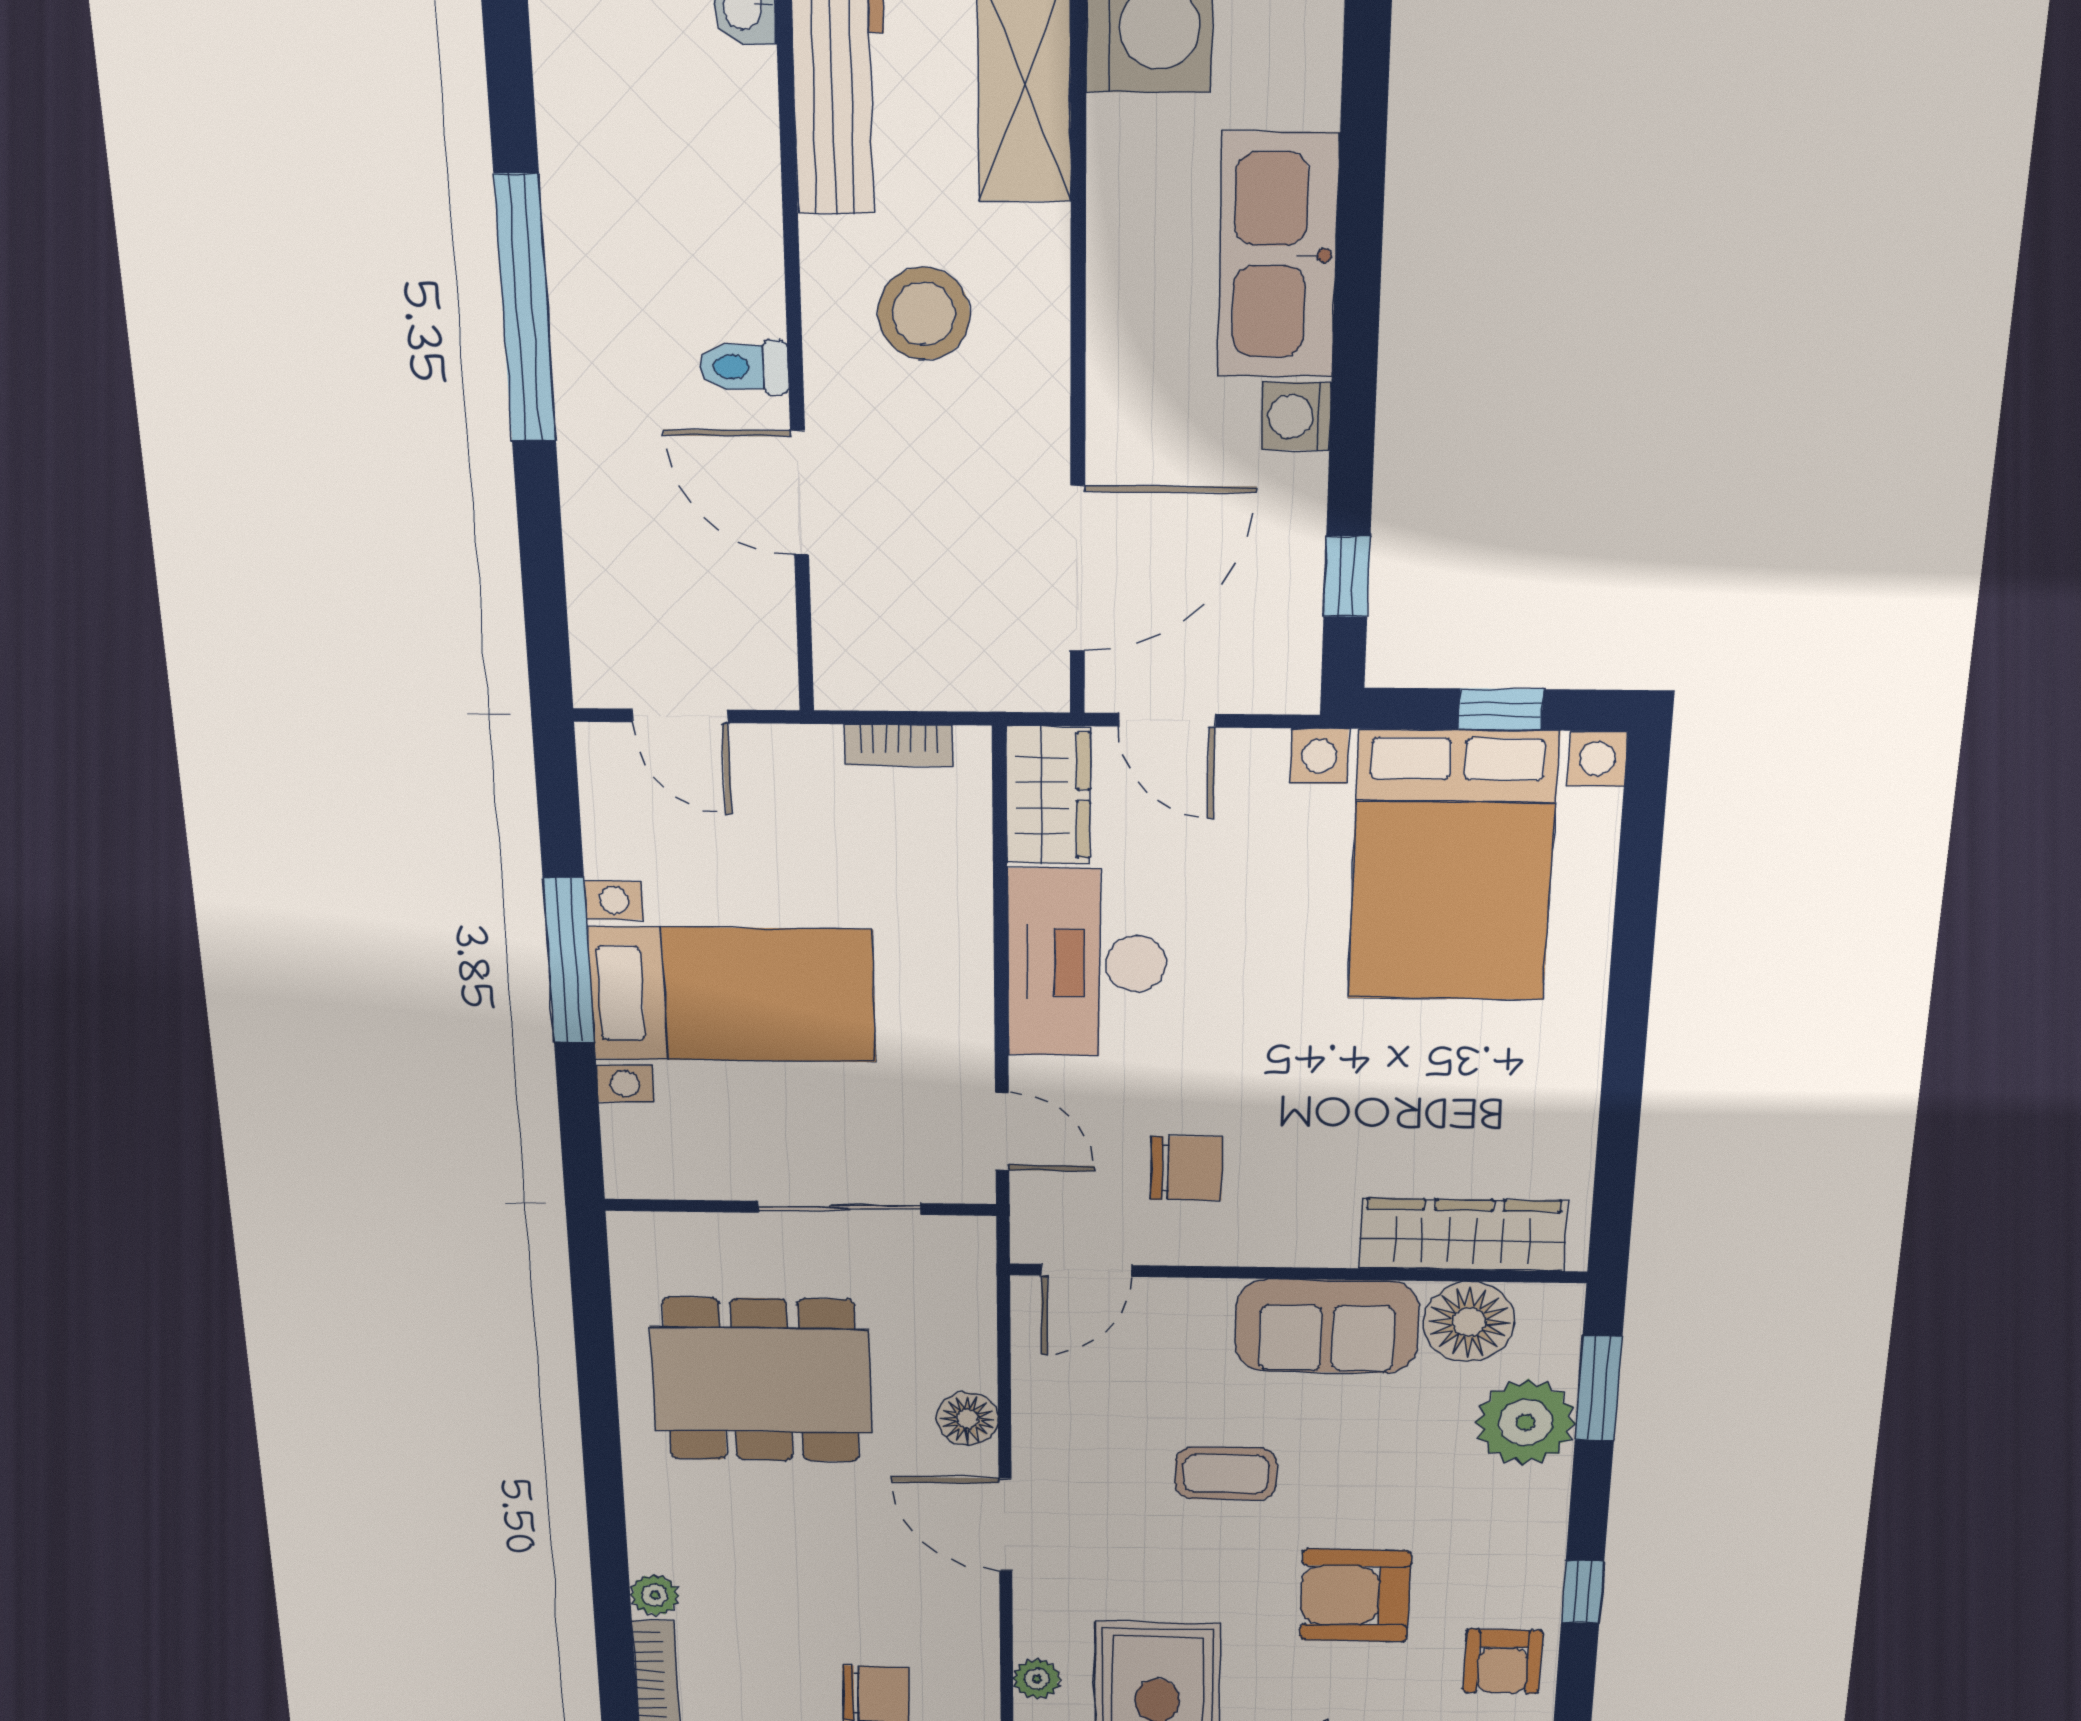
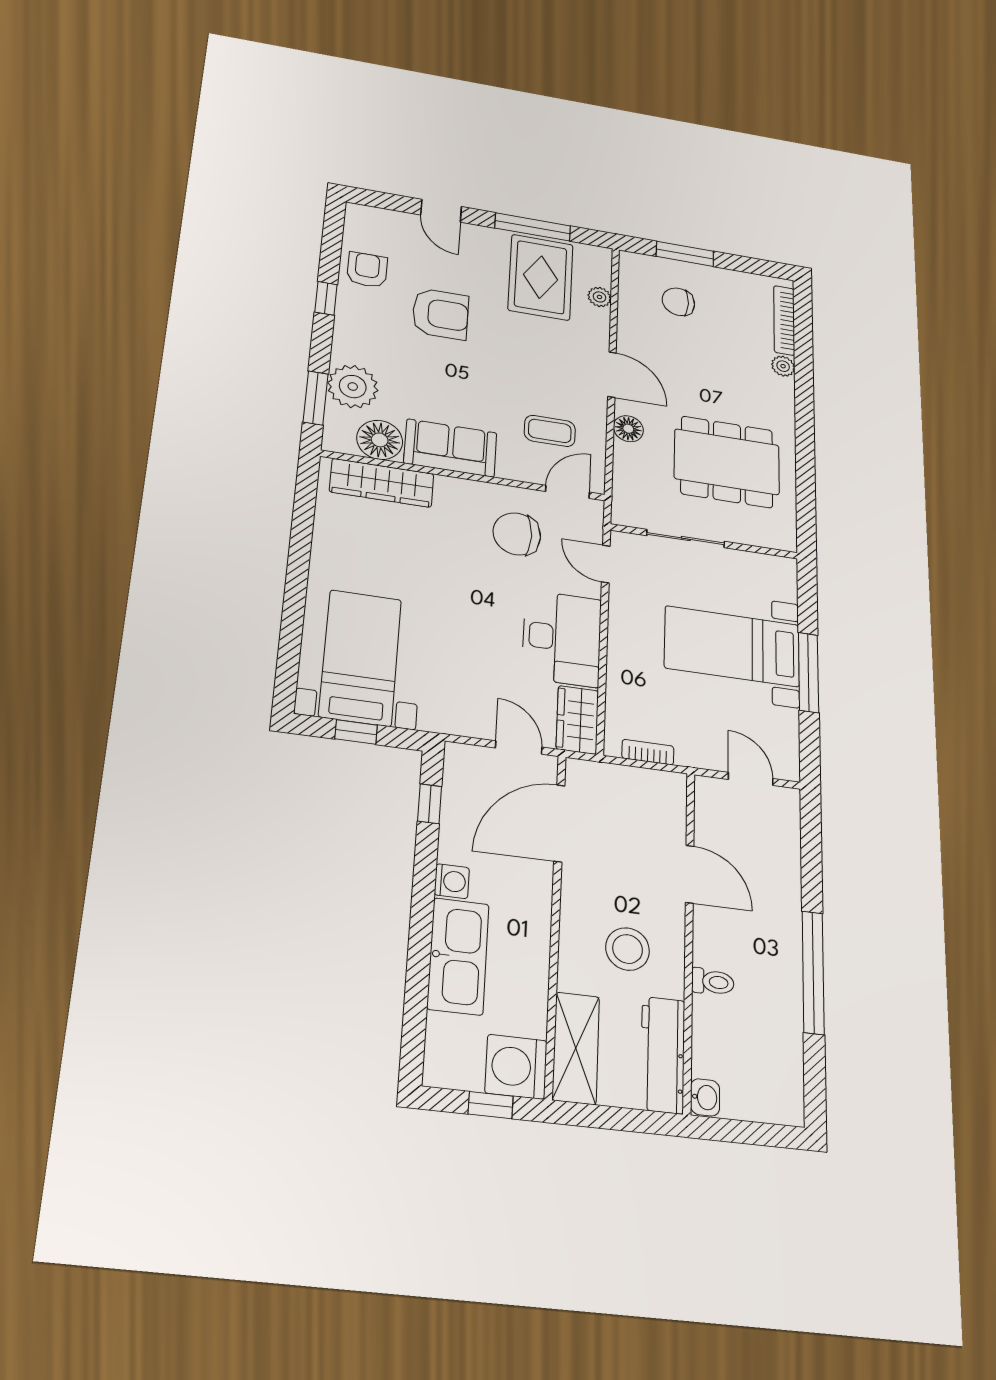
toilet: (744, 367) -> (713, 982), moved
bed with nightstands: (1452, 867) -> (360, 658), width x0.73
chair: (1187, 1168) -> (517, 534), width x1.37, depth x1.37
coffee table: (1226, 1474) -> (550, 431), moved

